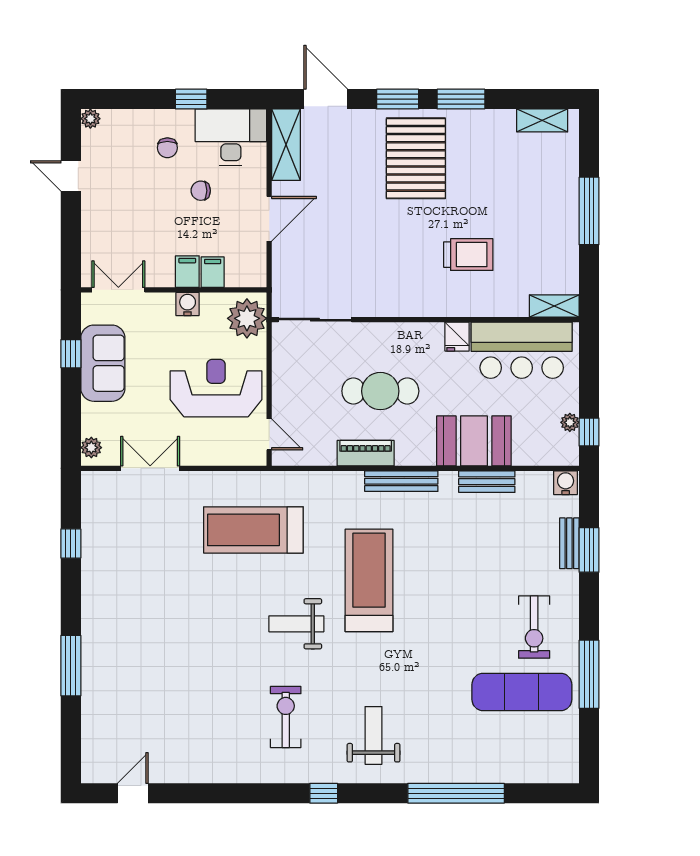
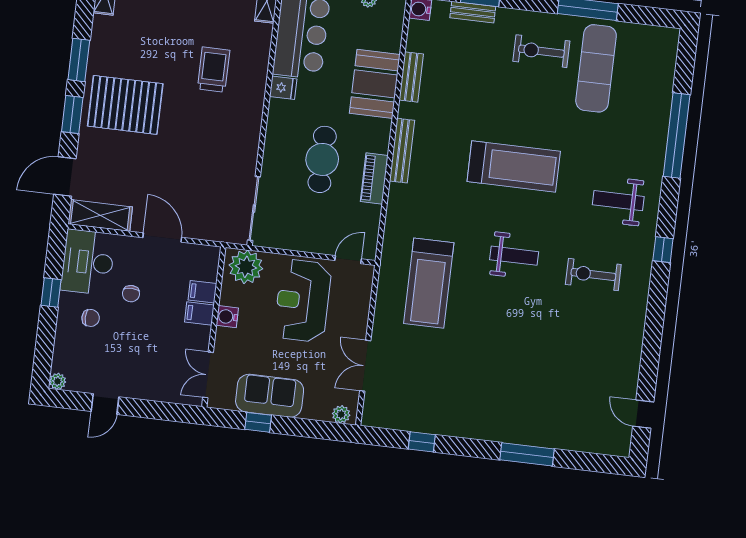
treadmill: (369, 580) -> (514, 166), moved, turned 180
weight bench: (296, 624) -> (514, 256), turned -90
exercise bike: (534, 627) -> (541, 51), turned 180

